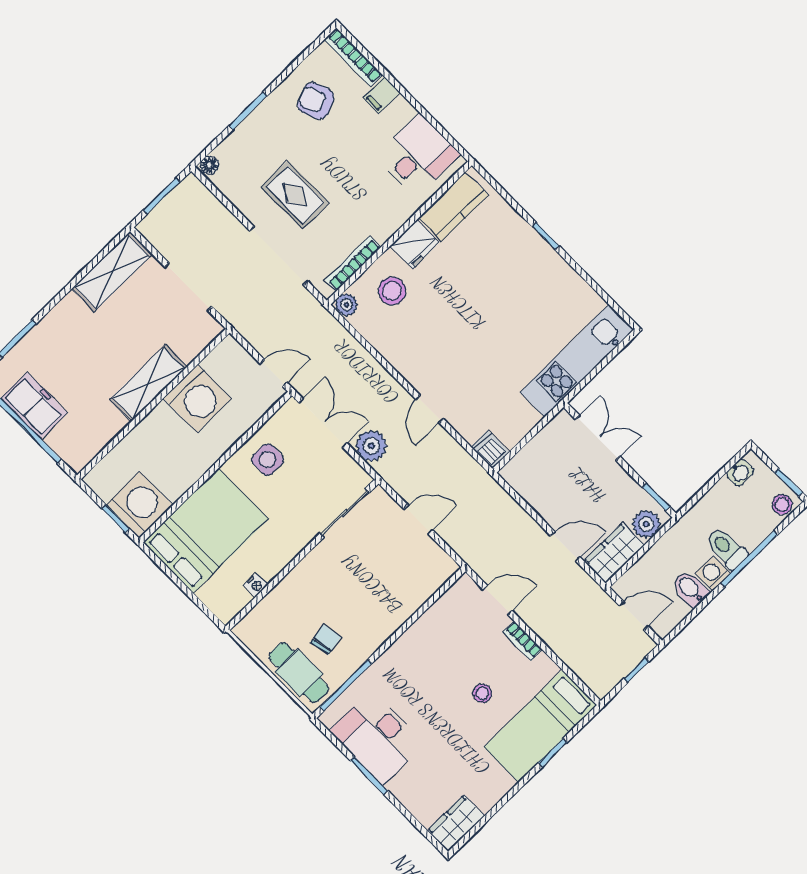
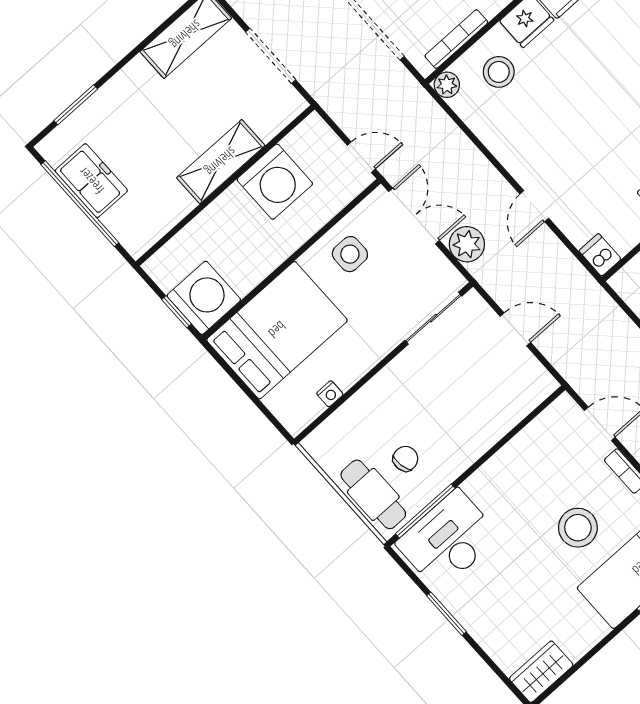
stool: (482, 693) -> (578, 528), width x1.89, depth x1.89
desk: (377, 737) -> (448, 540), moved, turned 90

